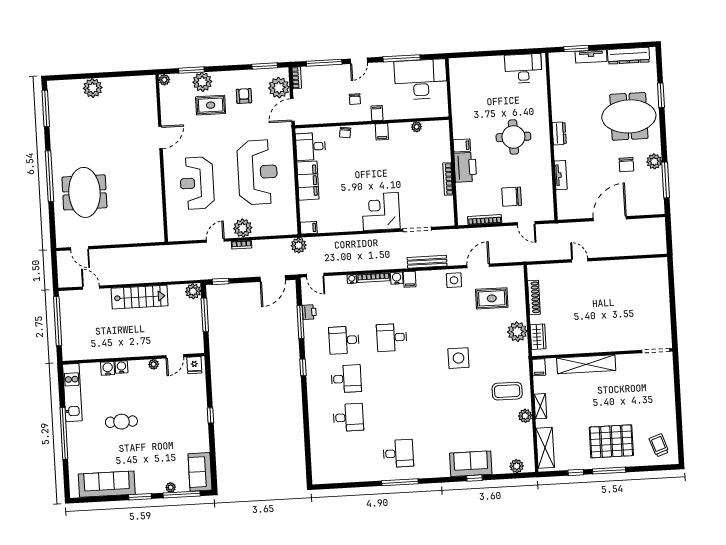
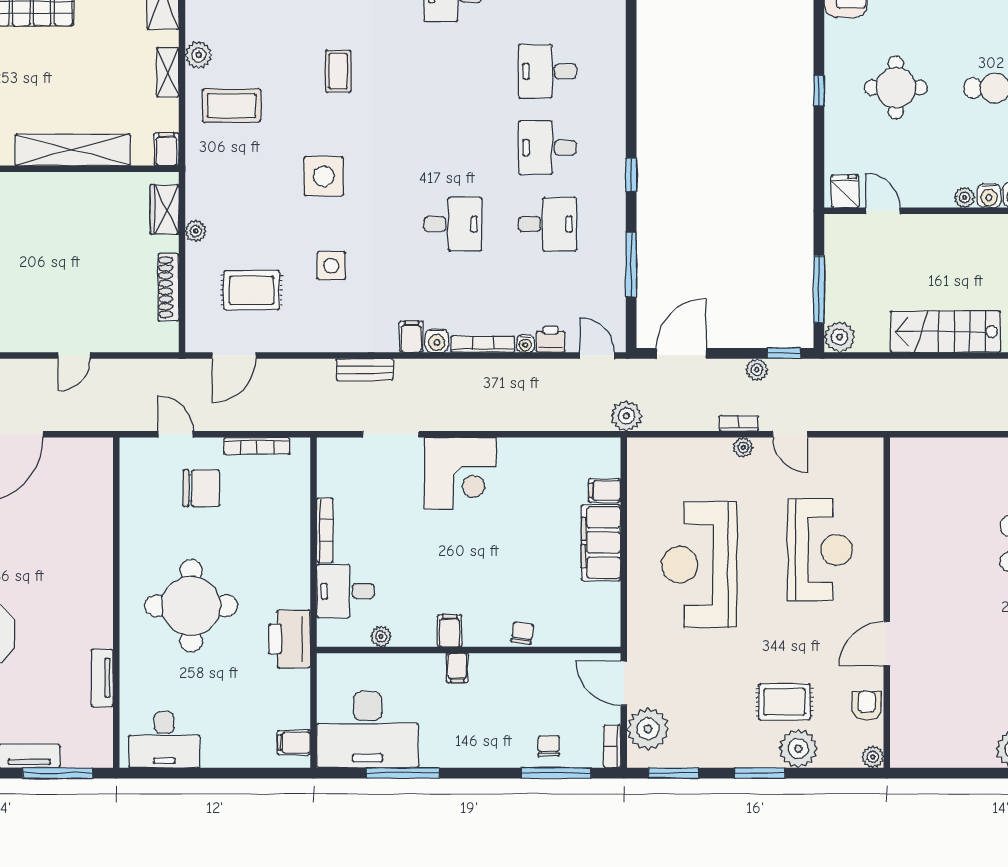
window: (576, 49) -> (58, 773), width x1.44
door: (359, 61) -> (487, 773), removed
window: (191, 70) -> (760, 773), moved
armchair: (244, 96) -> (867, 706), moved, turned 180
chair: (355, 99) -> (549, 746), moved
door: (292, 110) -> (624, 683), swing flipped
dresser: (559, 133) -> (101, 608), removed
round table: (513, 137) -> (191, 606), width x1.36, depth x1.36
filing cabinet: (462, 145) -> (294, 743), moved
desk: (311, 147) -> (345, 591), moved, turned 180
printer: (465, 167) -> (290, 639), moved
tv unit: (561, 175) -> (102, 678), moved
plant: (243, 228) -> (743, 447), width x0.53, depth x0.53
filing cabinet: (309, 228) -> (605, 491), moved
door: (215, 241) -> (790, 434), hinge flipped
door: (580, 260) -> (74, 355), hinge flipped
bench: (427, 262) -> (365, 369), width x0.73
door: (478, 266) -> (234, 355), moved
plant: (234, 272) -> (757, 370), added
side table: (454, 280) -> (331, 266), moved
printer: (309, 312) -> (550, 339), moved, turned 90
plant: (517, 332) -> (196, 231), width x0.53, depth x0.53
door: (175, 356) -> (883, 211), hinge flipped
plant: (154, 364) -> (965, 197), moved
coffee table: (454, 412) -> (338, 71), added
round table: (172, 419) -> (896, 88), added

